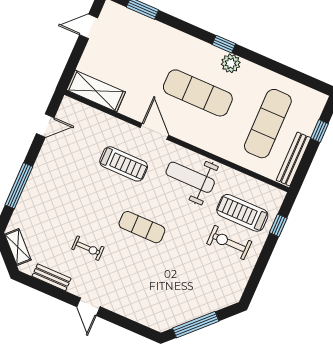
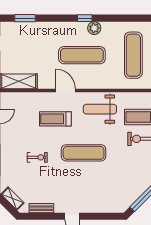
treadmill: (124, 164) -> (55, 119), turned 180
exercise mat: (142, 227) -> (84, 153), width x1.36, depth x1.45
exercise bike: (88, 248) -> (37, 157), moved

